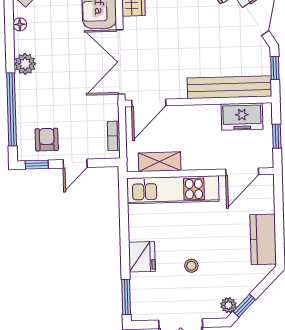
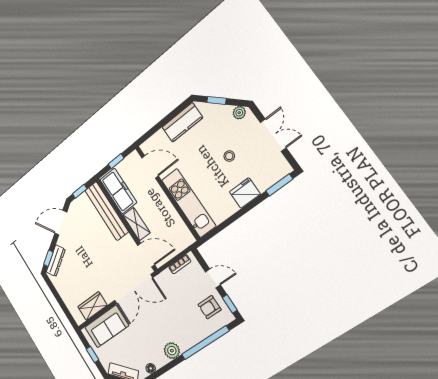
freezer: (242, 117) -> (118, 191), width x1.40
shelving: (160, 162) -> (136, 224), moved
window: (244, 306) -> (217, 100), moved

